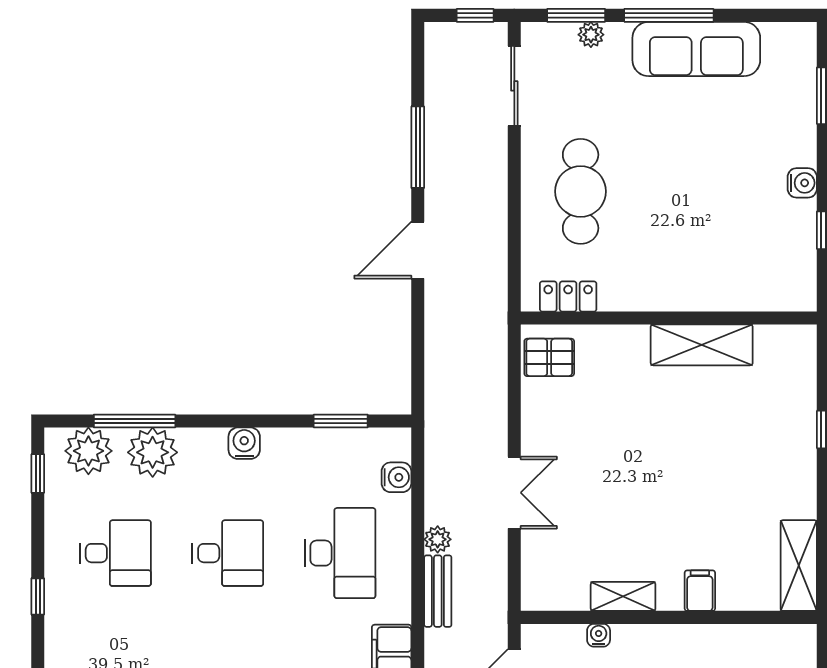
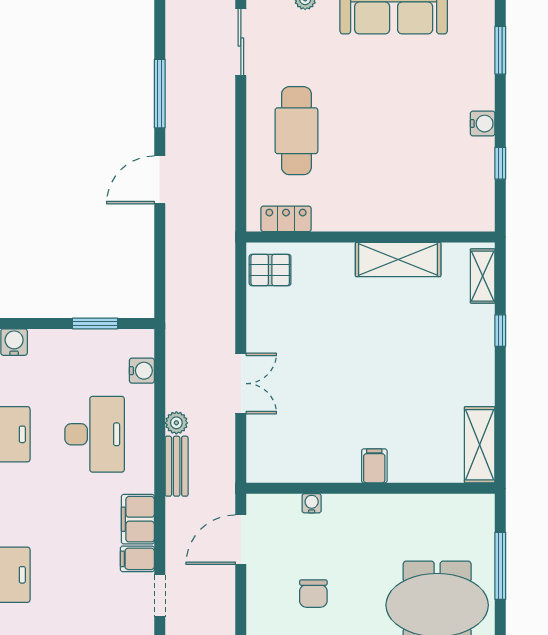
filing cabinet: (700, 591) -> (374, 466), moved
shelving: (623, 596) -> (483, 276), moved, turned 90

